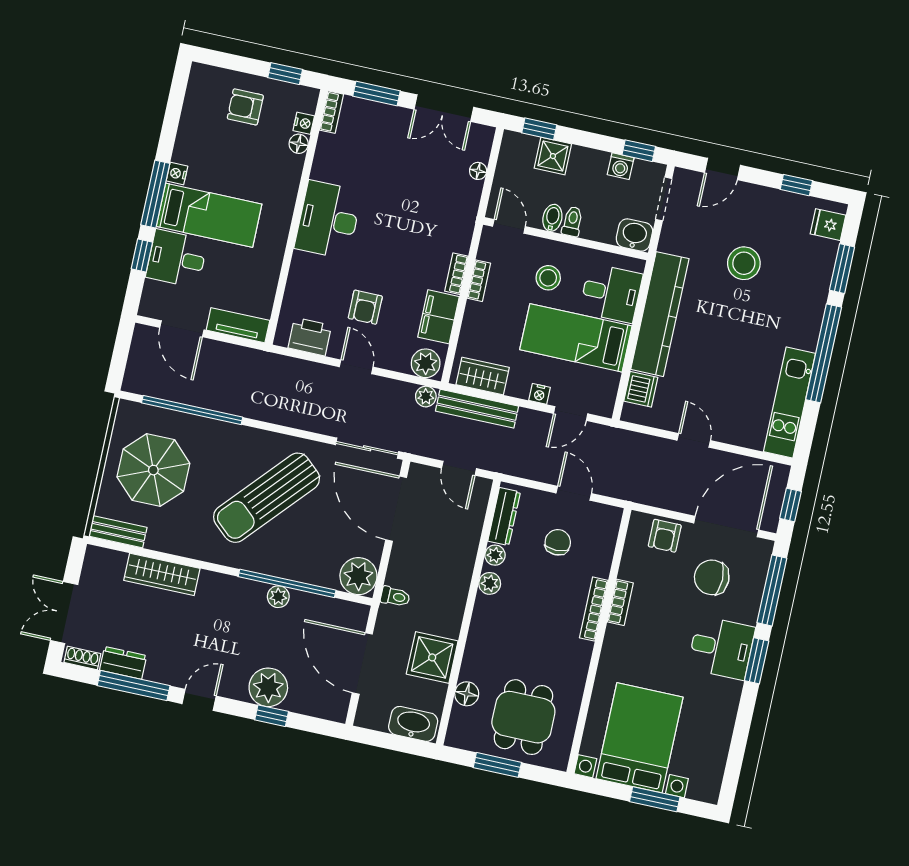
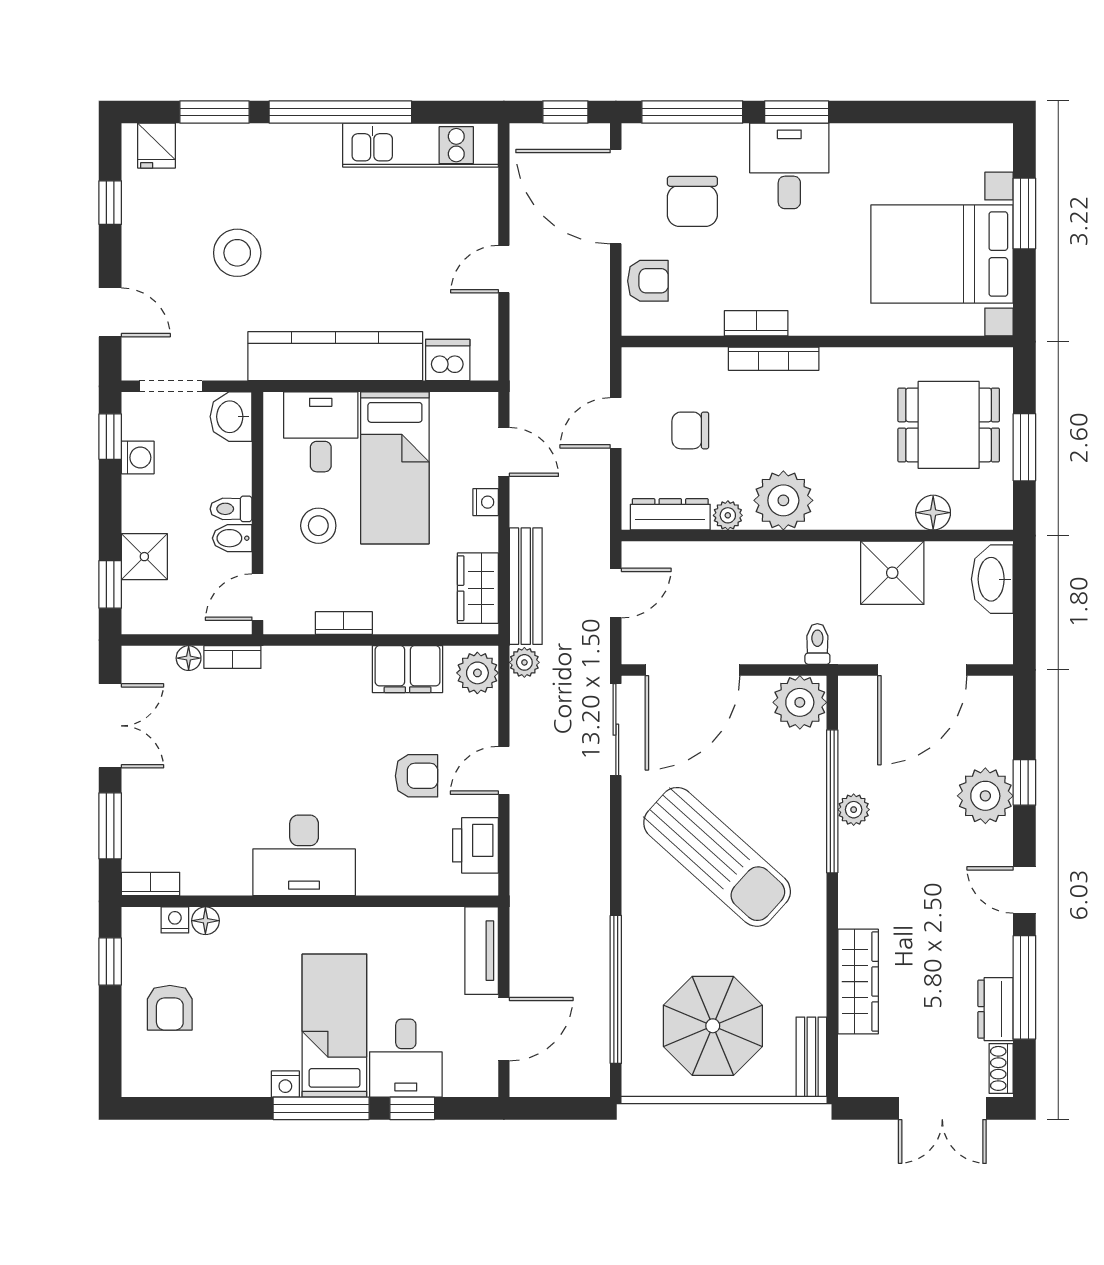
bookcase: (456, 274) -> (232, 657), moved
plant: (490, 583) -> (783, 500), width x1.87, depth x1.87

